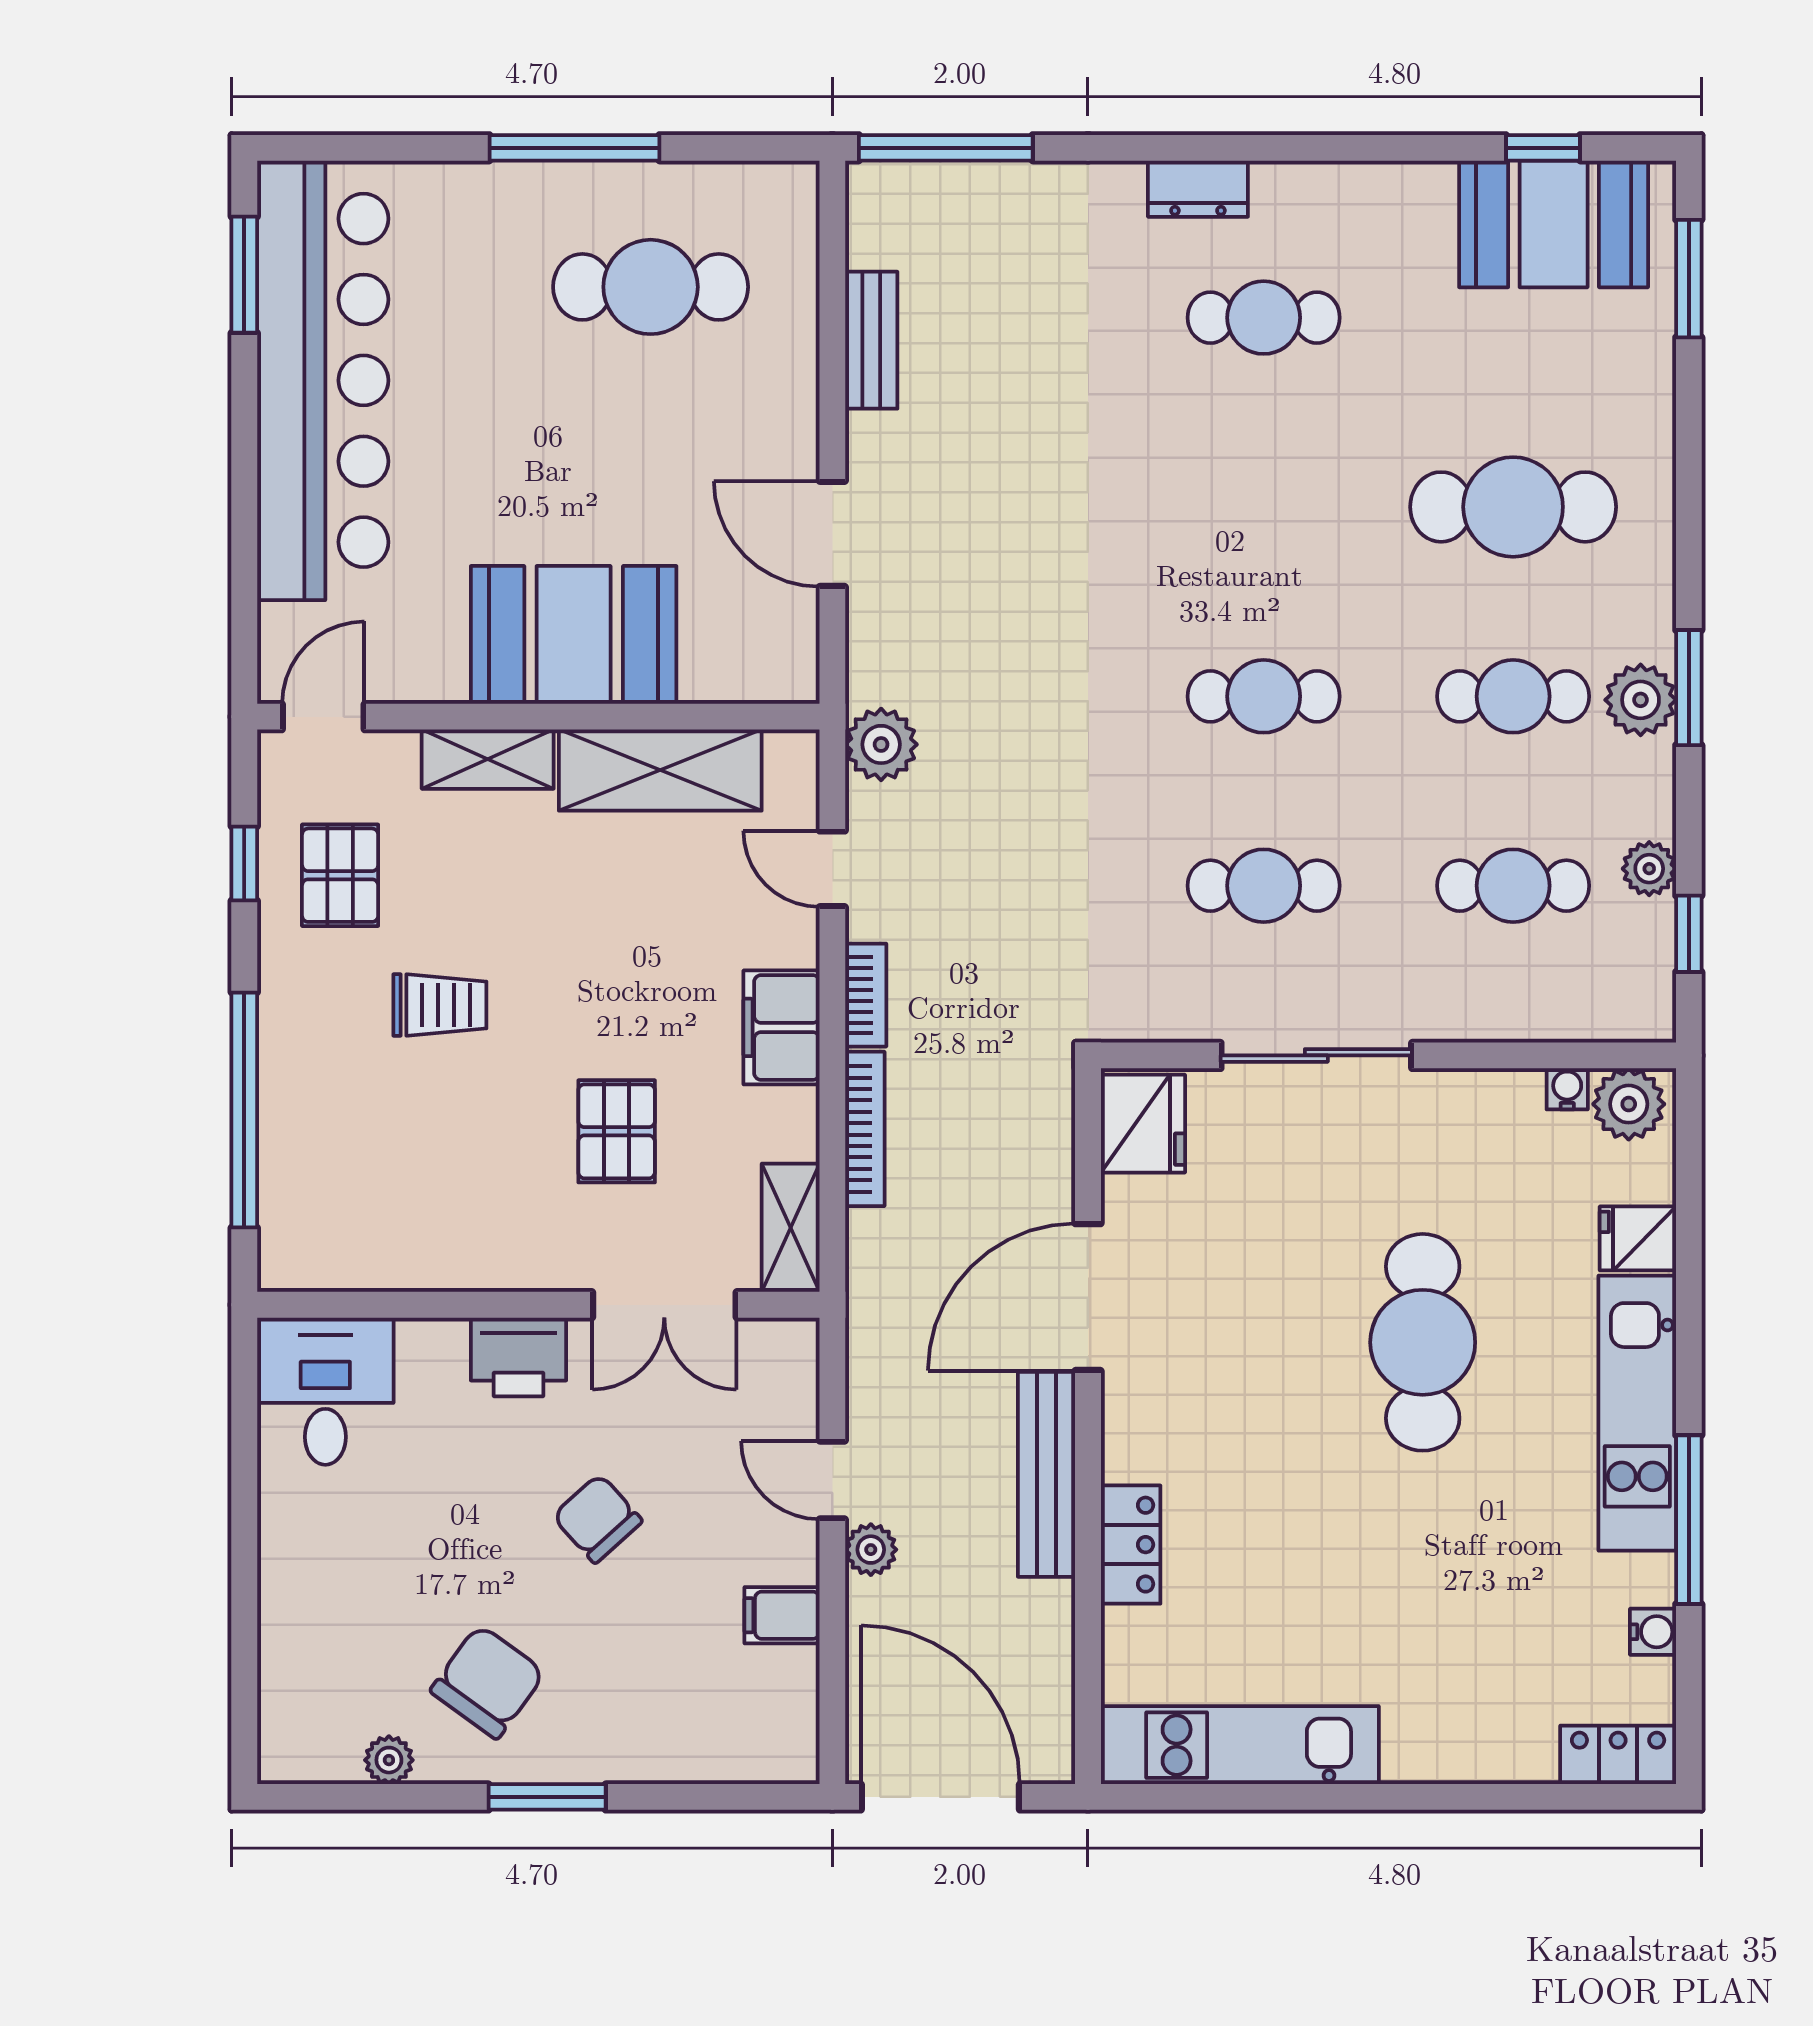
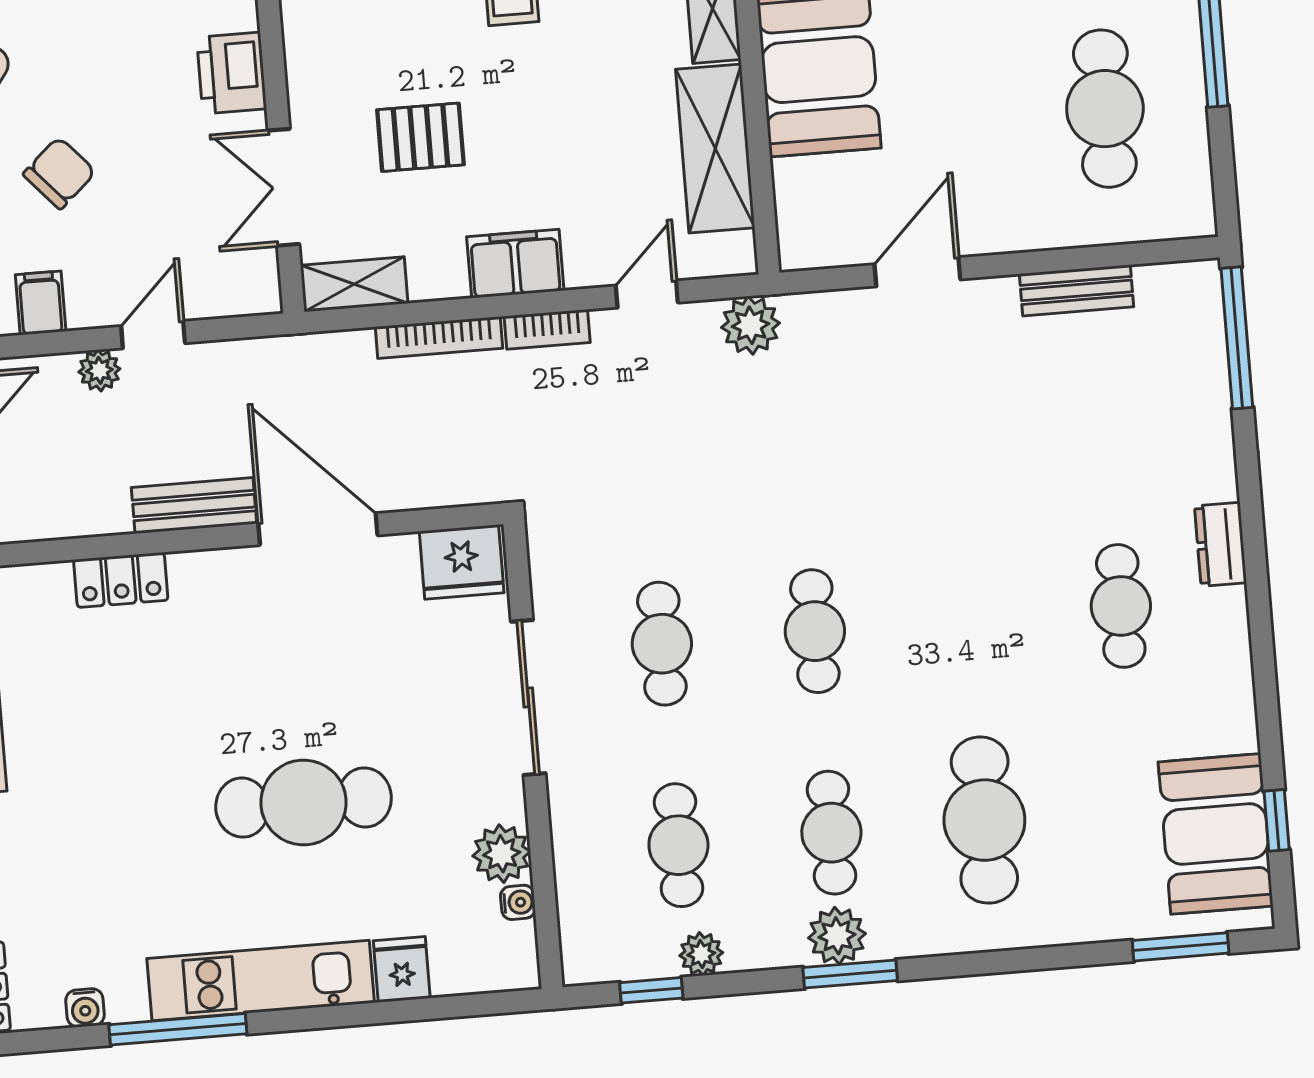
plant: (1629, 1104) -> (502, 854), moved
bench: (1046, 1474) -> (194, 506), width x0.73
chair: (597, 1519) -> (59, 173), moved

